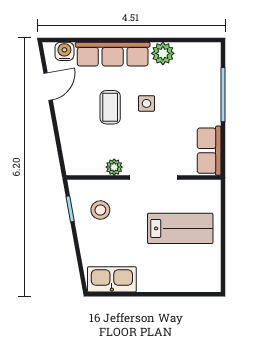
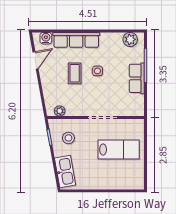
plant: (163, 53) -> (130, 39), moved
row of seats: (209, 151) -> (137, 78), moved
plant: (114, 167) -> (60, 111), moved
kitchen sink: (112, 279) -> (65, 171), moved, turned 80

